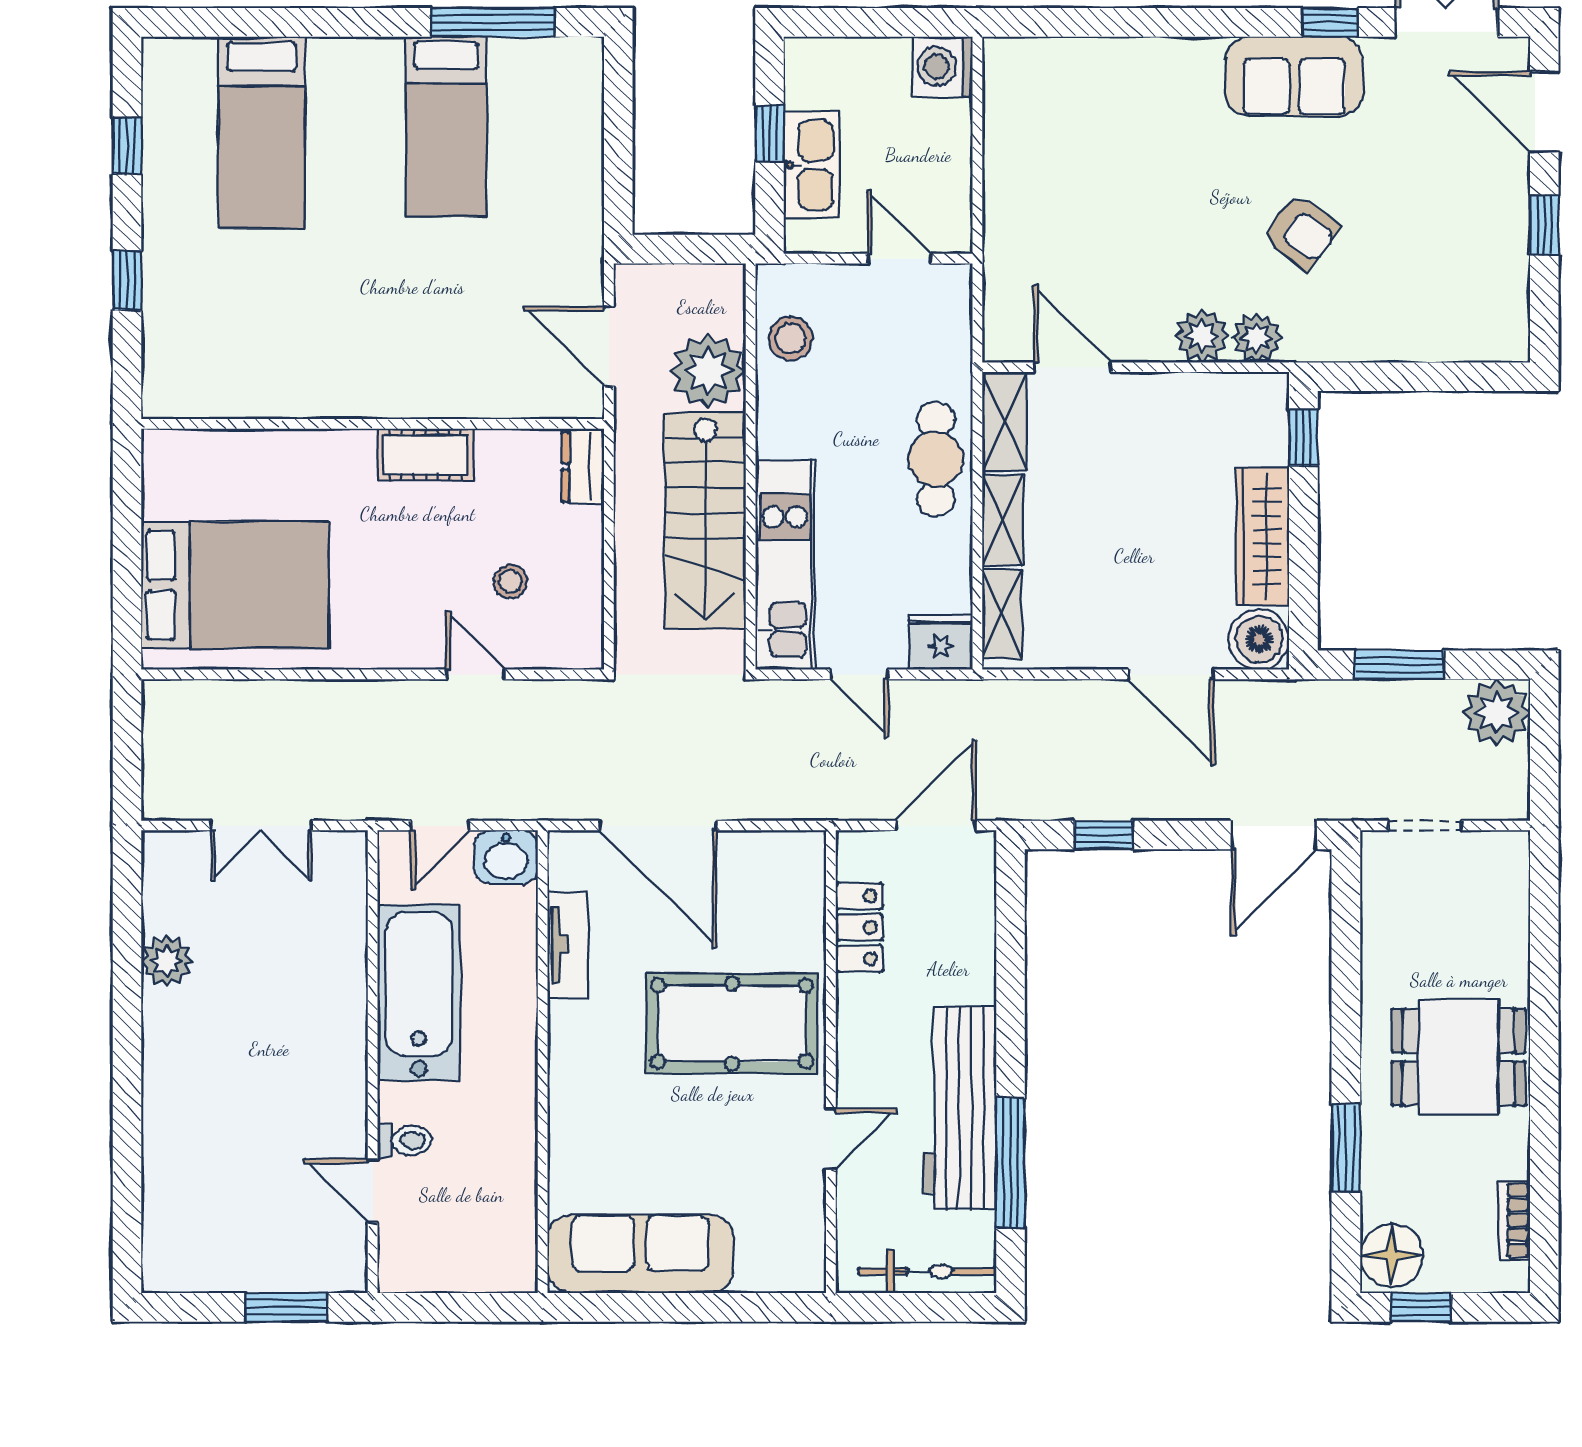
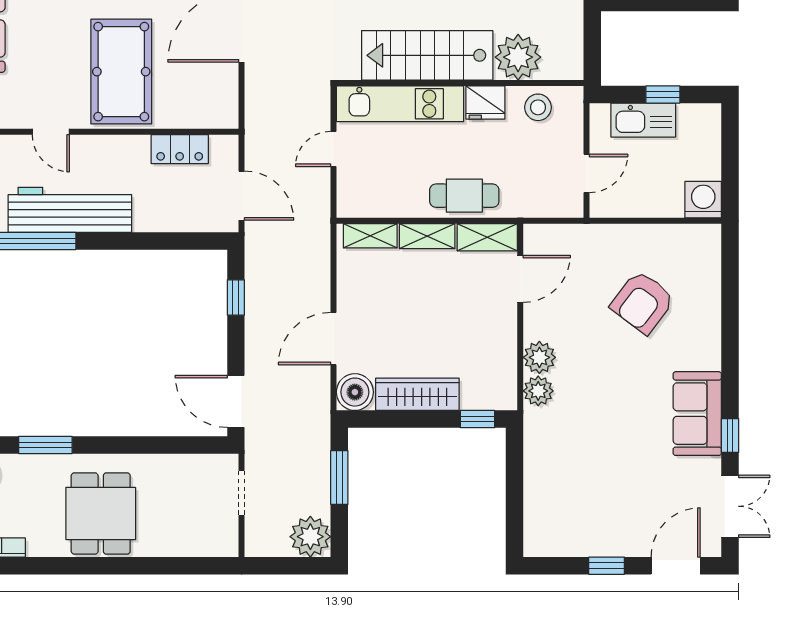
armchair: (1302, 232) -> (643, 302), moved, width x1.38, depth x1.38
fridge: (941, 642) -> (485, 103), moved, turned 90

